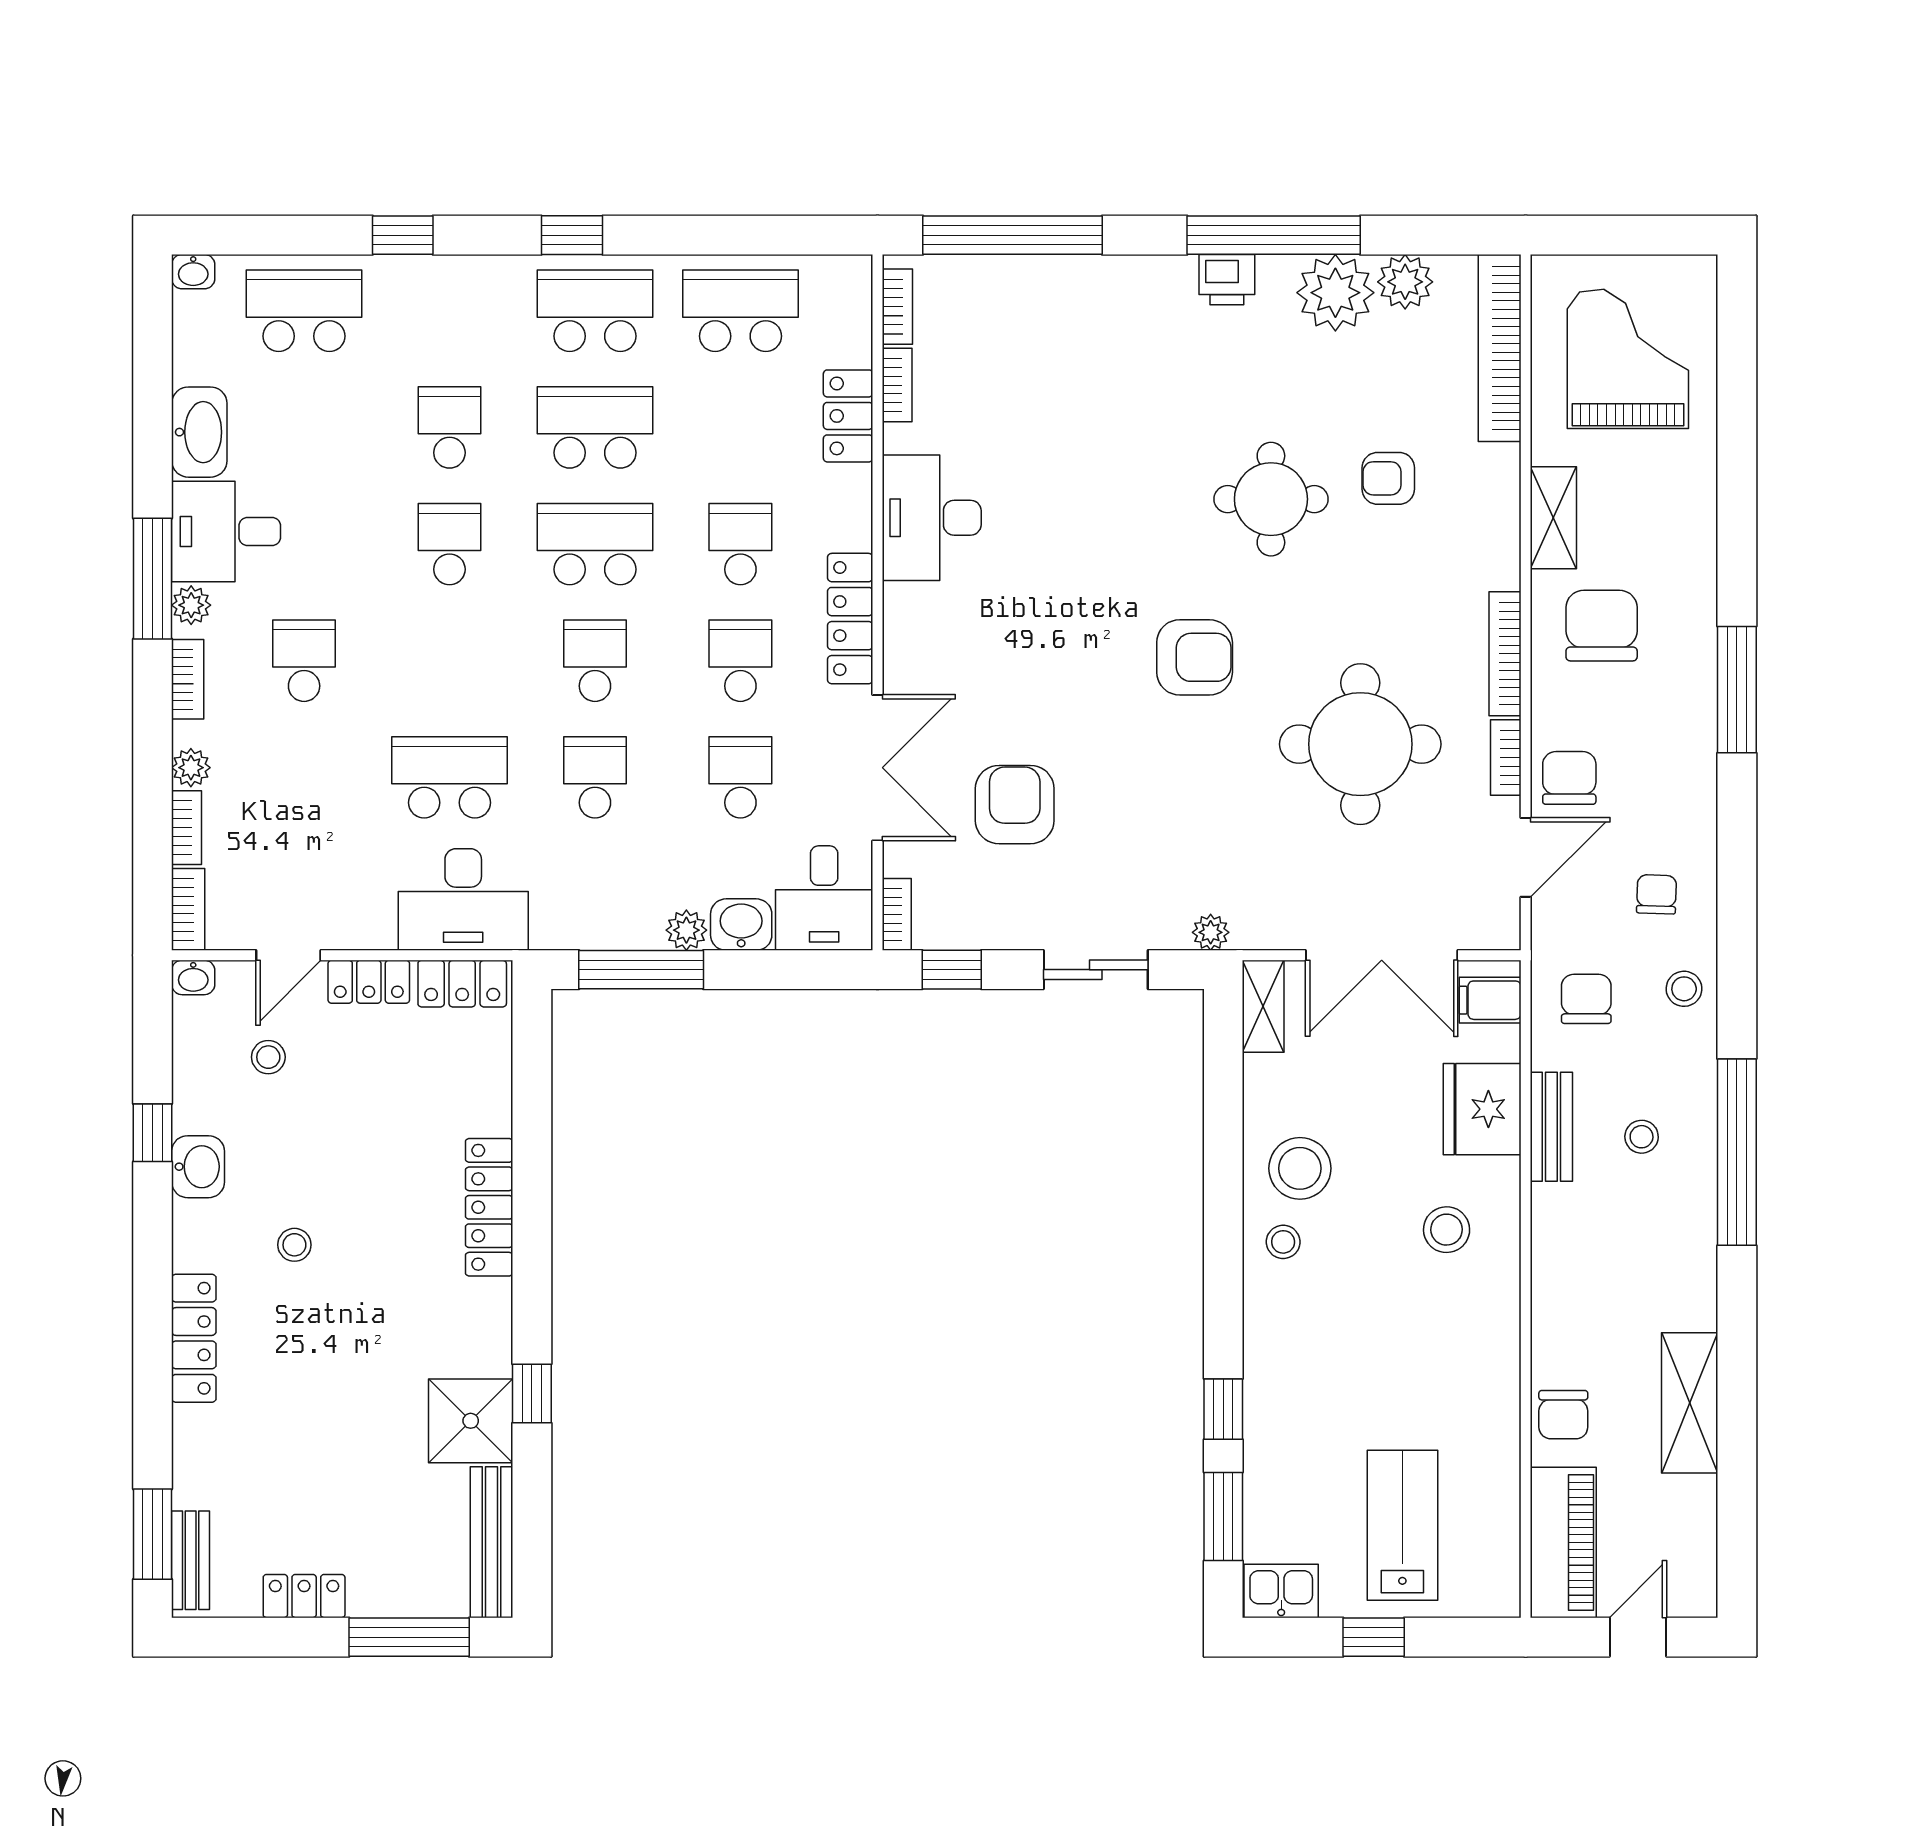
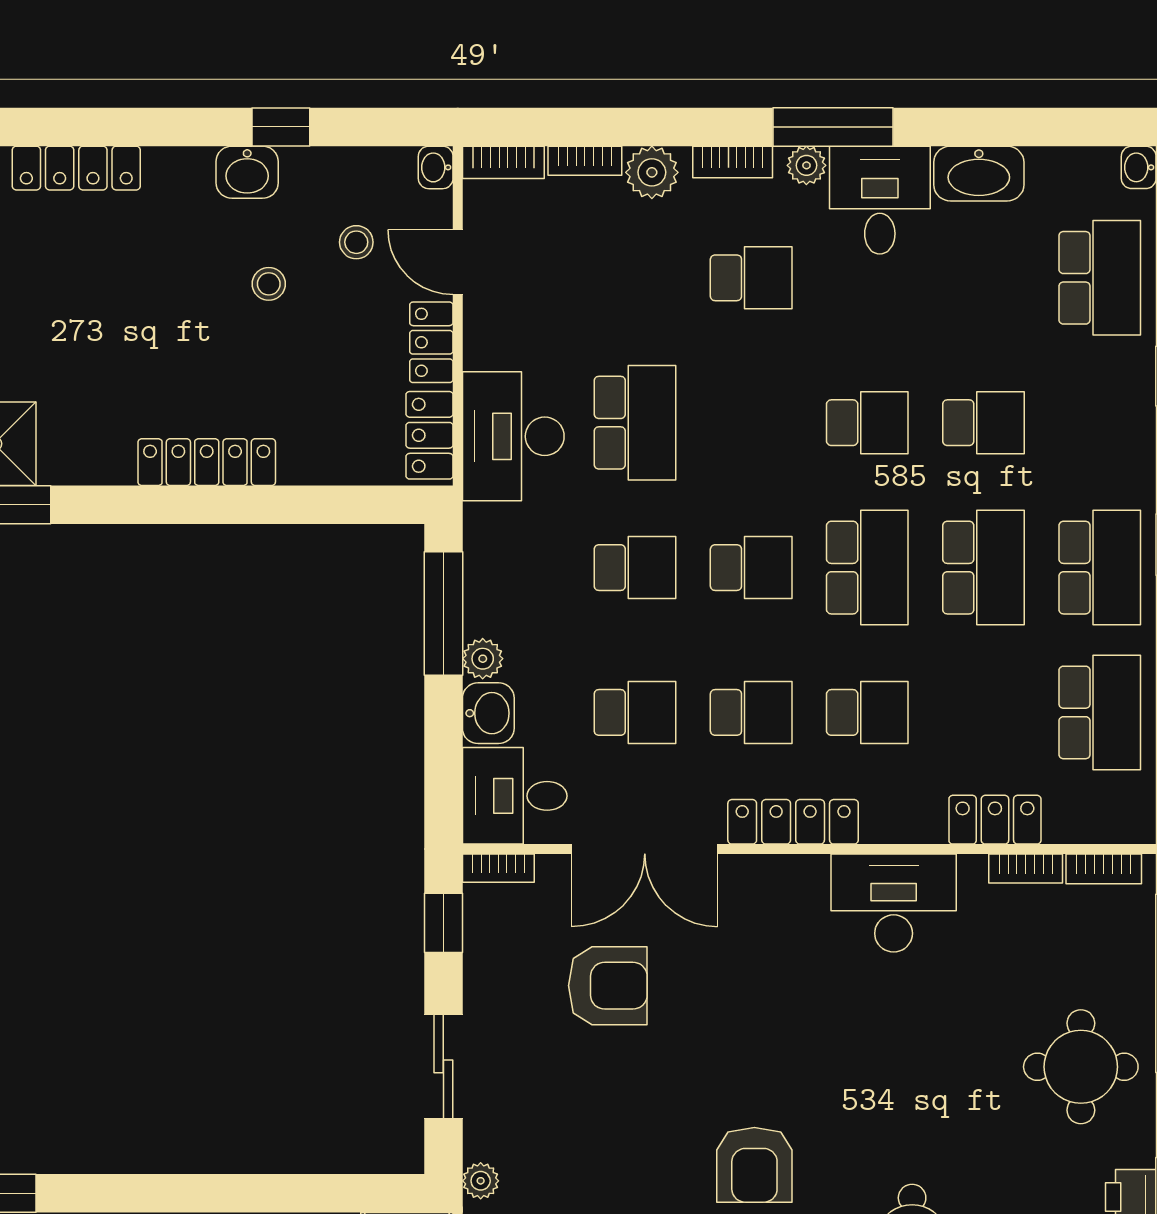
round table: (1096, 330) -> (1081, 1067), added
plant: (191, 768) -> (652, 172), width x1.38, depth x1.38
stool: (294, 1245) -> (269, 284), moved

